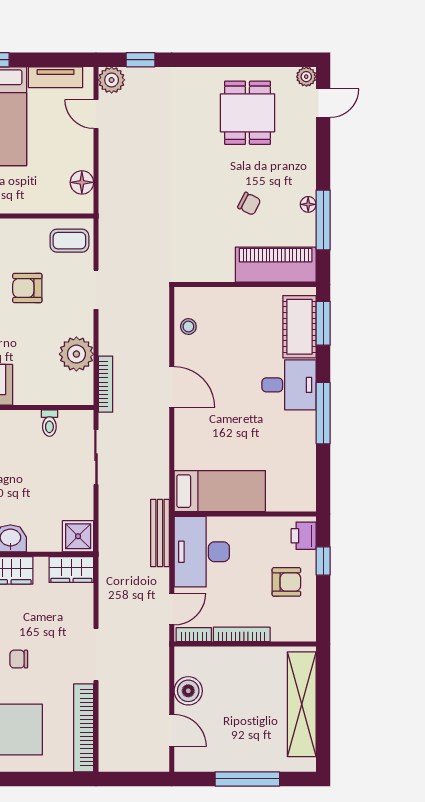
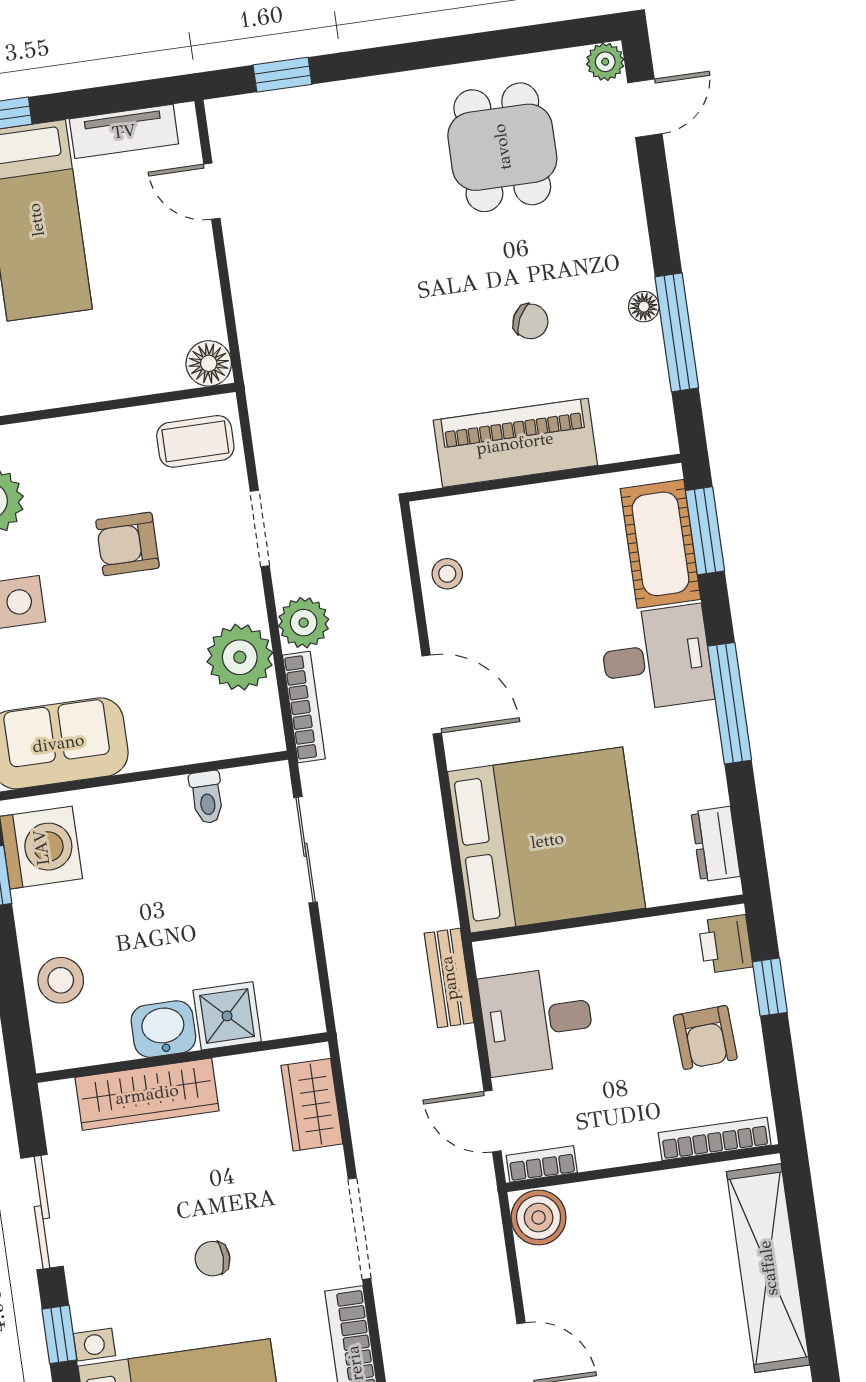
plant: (112, 80) -> (304, 623), moved
floor lamp: (82, 182) -> (209, 363), moved
piano: (276, 265) -> (515, 443), moved
dresser: (306, 484) -> (716, 844), added
bed: (220, 491) -> (547, 840), width x2.04
bench: (160, 533) -> (449, 978), width x0.73
shower: (78, 536) -> (227, 1016), moved
desk: (202, 552) -> (537, 1021), width x0.73
wardrobe: (71, 569) -> (312, 1105), moved, turned 90
armchair: (286, 582) -> (705, 1037), turned 87
door: (172, 609) -> (492, 1121), swing flipped
bookcase: (242, 634) -> (715, 1139), moved
boiler: (188, 691) -> (539, 1218), moved

